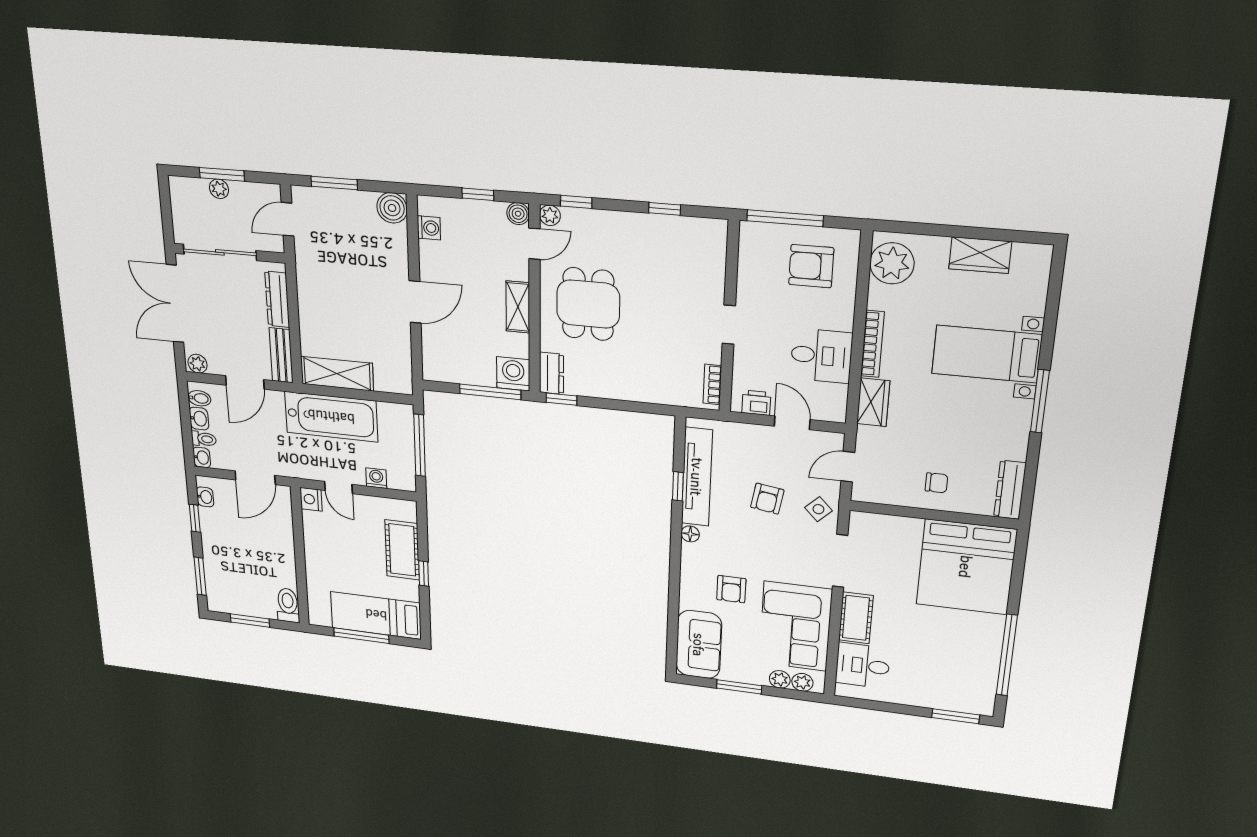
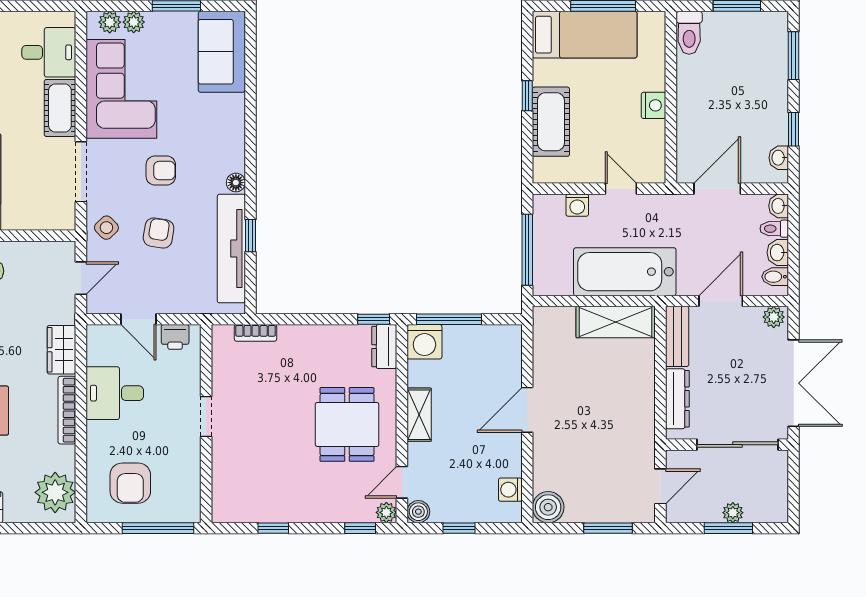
armchair: (811, 266) -> (130, 483), turned 90
bookcase: (712, 384) -> (256, 333), moved, turned 90
nightstand: (311, 499) -> (653, 105), moved
armchair: (731, 589) -> (161, 171), moved, turned 90

